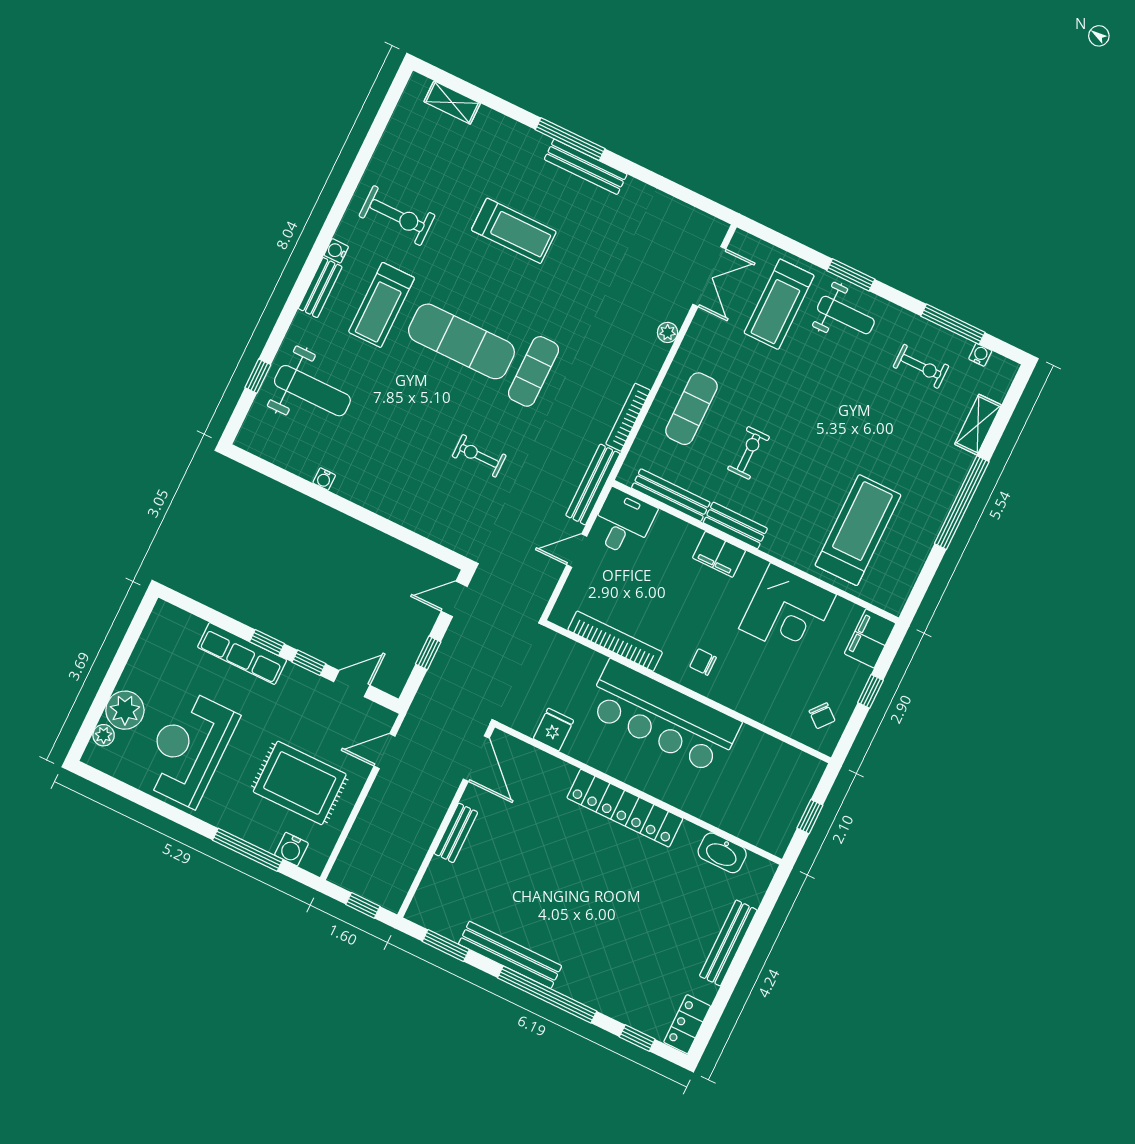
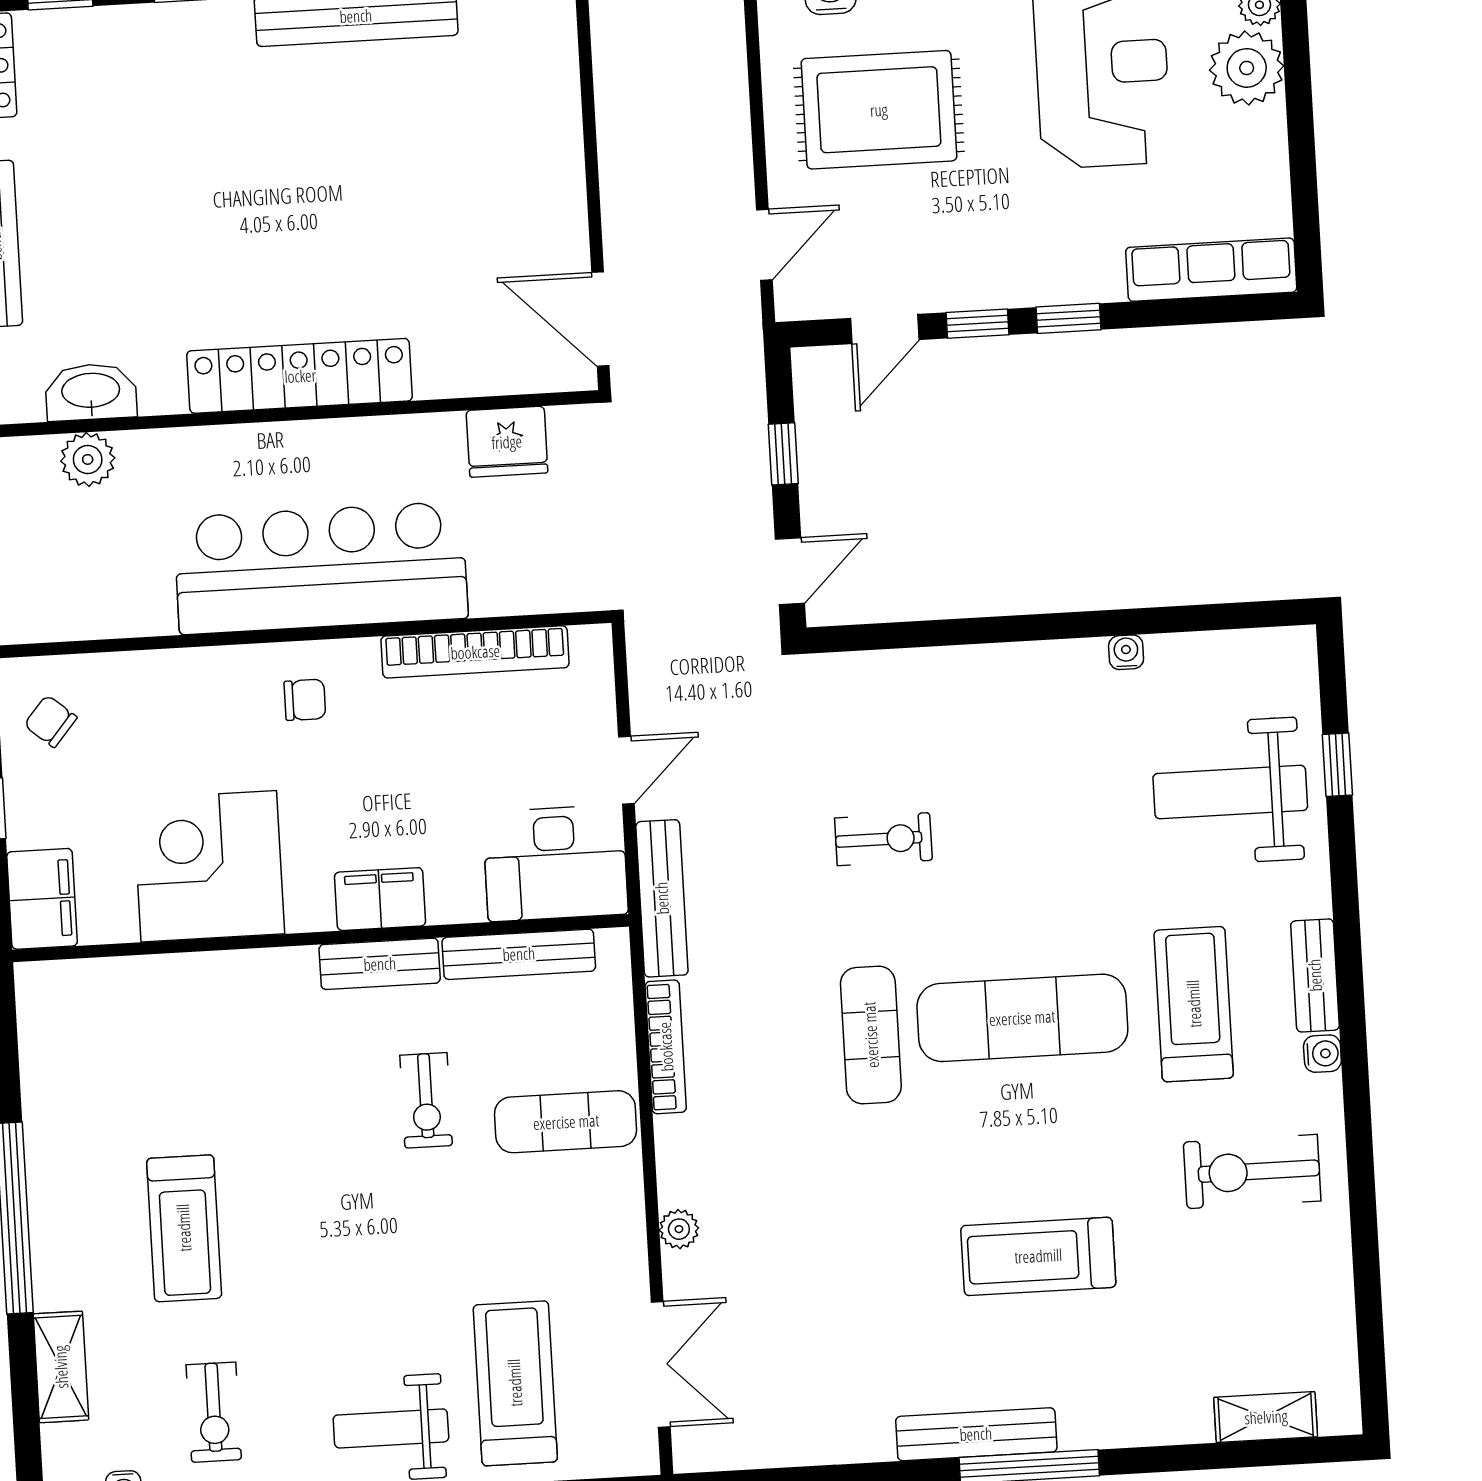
double door: (709, 277) -> (661, 1364), swing flipped
exercise bike: (921, 366) -> (214, 1412), turned -90
exercise mat: (691, 409) -> (566, 1122), turned 90
desk: (623, 522) -> (555, 863), width x1.37
treadmill: (858, 530) -> (184, 1228), moved, width x0.73, depth x0.73
row of seats: (242, 654) -> (1211, 270), moved
fridge: (554, 730) -> (507, 442), width x1.38
plant: (740, 823) -> (88, 459), added
bench: (456, 833) -> (565, 173), removed

